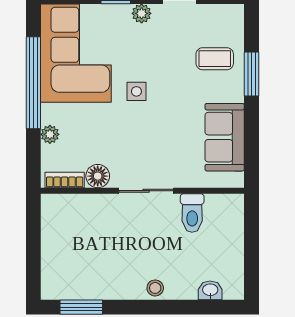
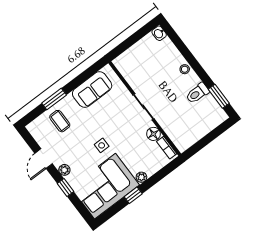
window: (33, 83) -> (133, 195), width x0.32
plant: (50, 134) -> (141, 177), moved
toilet: (192, 213) -> (197, 93), moved, turned 180
washbasin: (210, 290) -> (159, 33), moved

